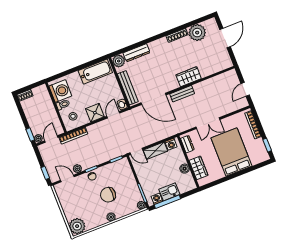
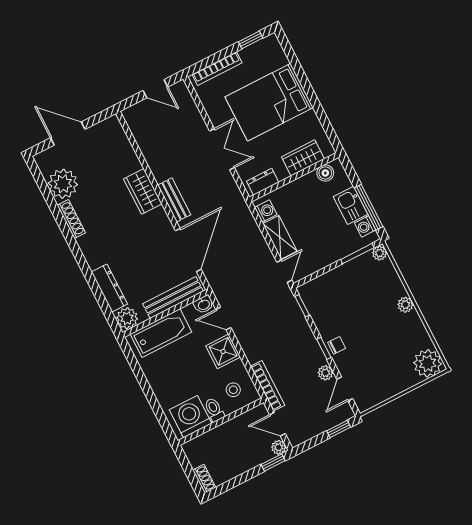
bathtub: (95, 72) -> (161, 333), moved, turned 90
boiler: (185, 169) -> (325, 173), moved
chair: (108, 195) -> (366, 314), removed

